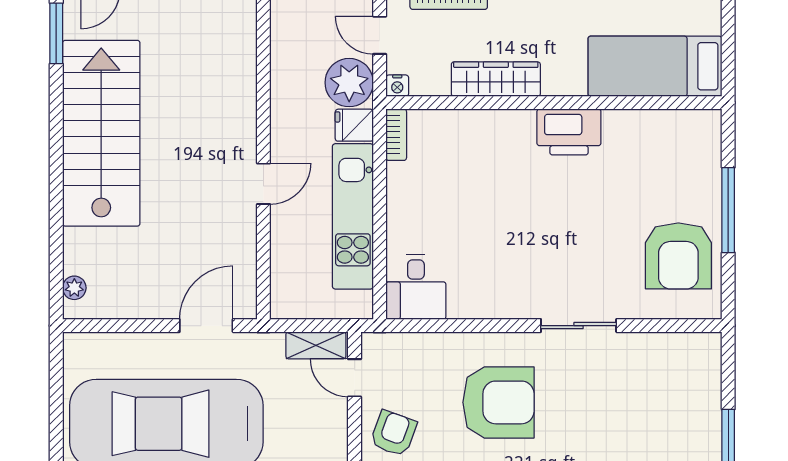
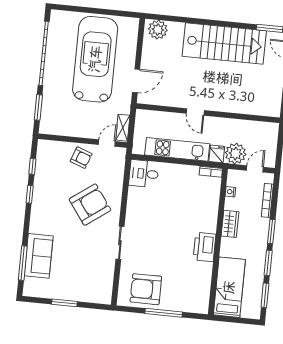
wardrobe: (496, 79) -> (230, 224), width x0.67
nightstand: (397, 86) -> (230, 192), moved
plant: (74, 288) -> (158, 30), width x1.88, depth x1.88
door: (206, 326) -> (136, 81), hinge flipped
armchair: (499, 402) -> (90, 205), turned -126

